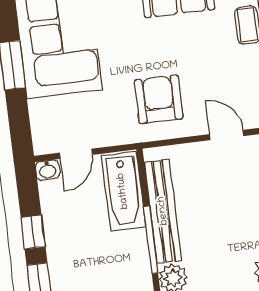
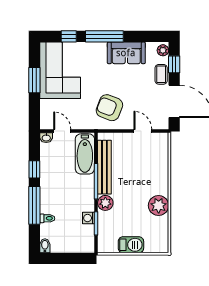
armchair: (159, 99) -> (109, 108), turned -69
door: (76, 154) -> (62, 131), swing flipped

